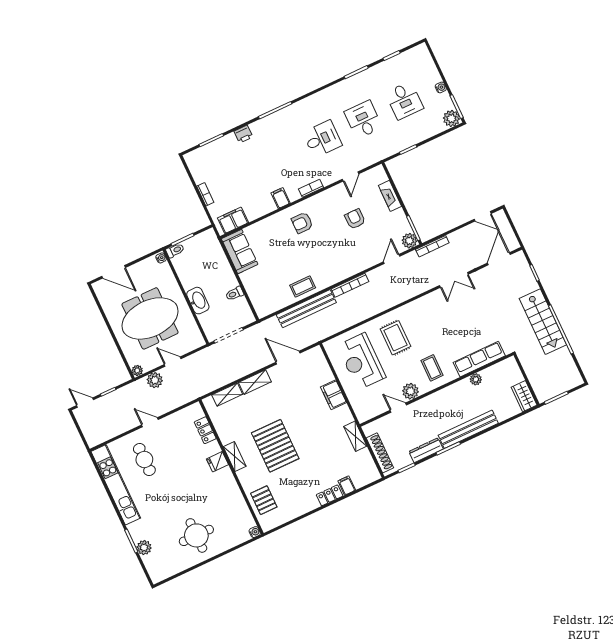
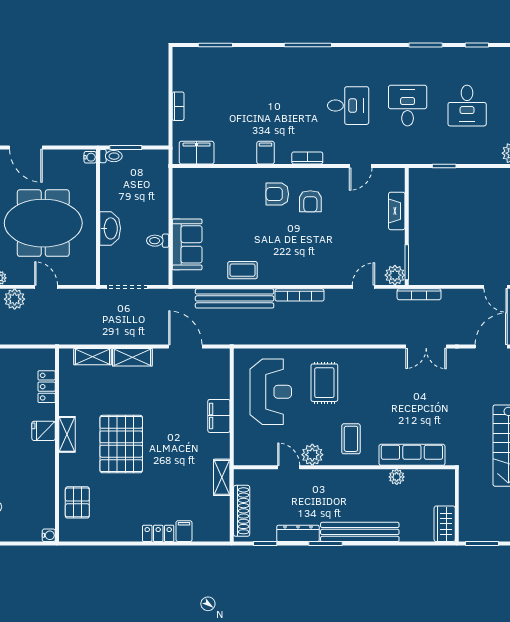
printer: (243, 134) -> (257, 56), removed
armchair: (355, 219) -> (310, 201), moved, turned 180
sofa: (240, 252) -> (187, 244), moved
reception desk: (361, 361) -> (271, 392), turned 180

